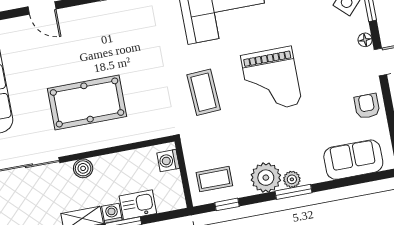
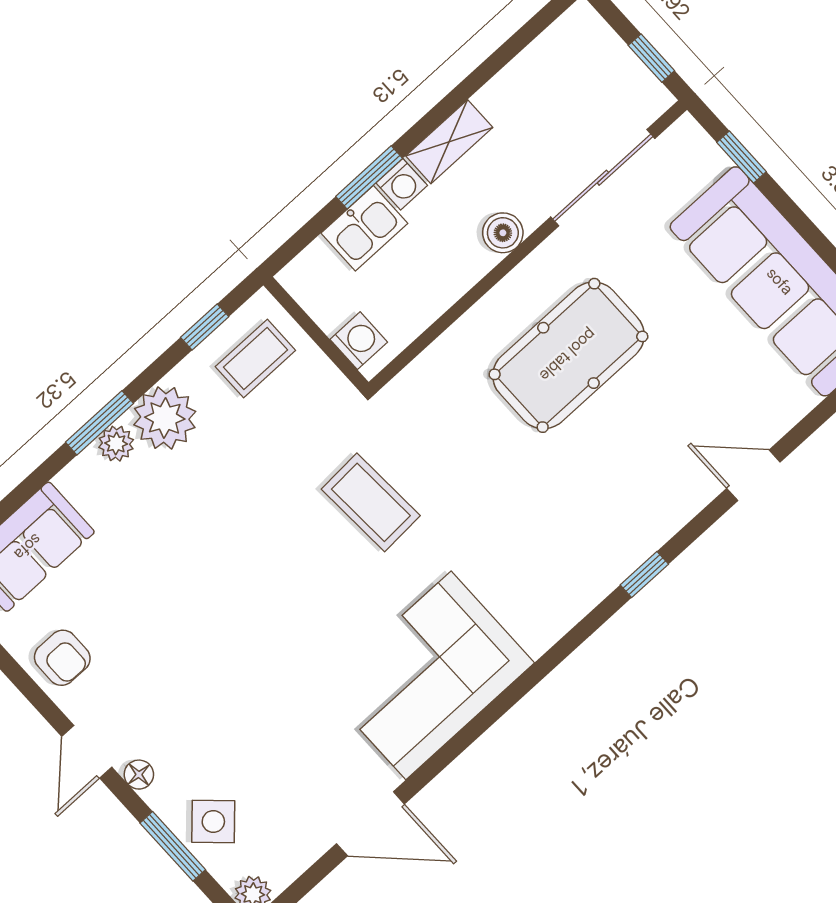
grand piano: (271, 80) -> (263, 599), removed

